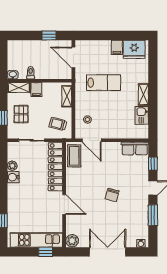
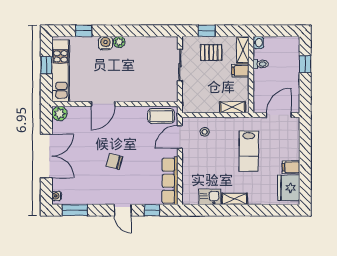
window: (49, 36) -> (305, 64), moved
trolley: (58, 124) -> (199, 96), removed
row of seats: (135, 148) -> (170, 181), width x1.48
plant: (12, 166) -> (119, 42), moved
locker: (55, 167) -> (148, 94), removed
water cooler: (13, 177) -> (105, 43), moved
window: (153, 215) -> (75, 210), moved
window: (46, 252) -> (46, 65), moved

